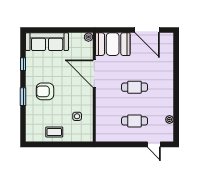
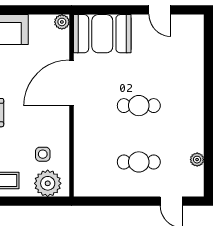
door: (147, 30) -> (160, 10), width x0.53
door: (94, 74) -> (72, 83), hinge flipped
plant: (80, 134) -> (48, 183), added

